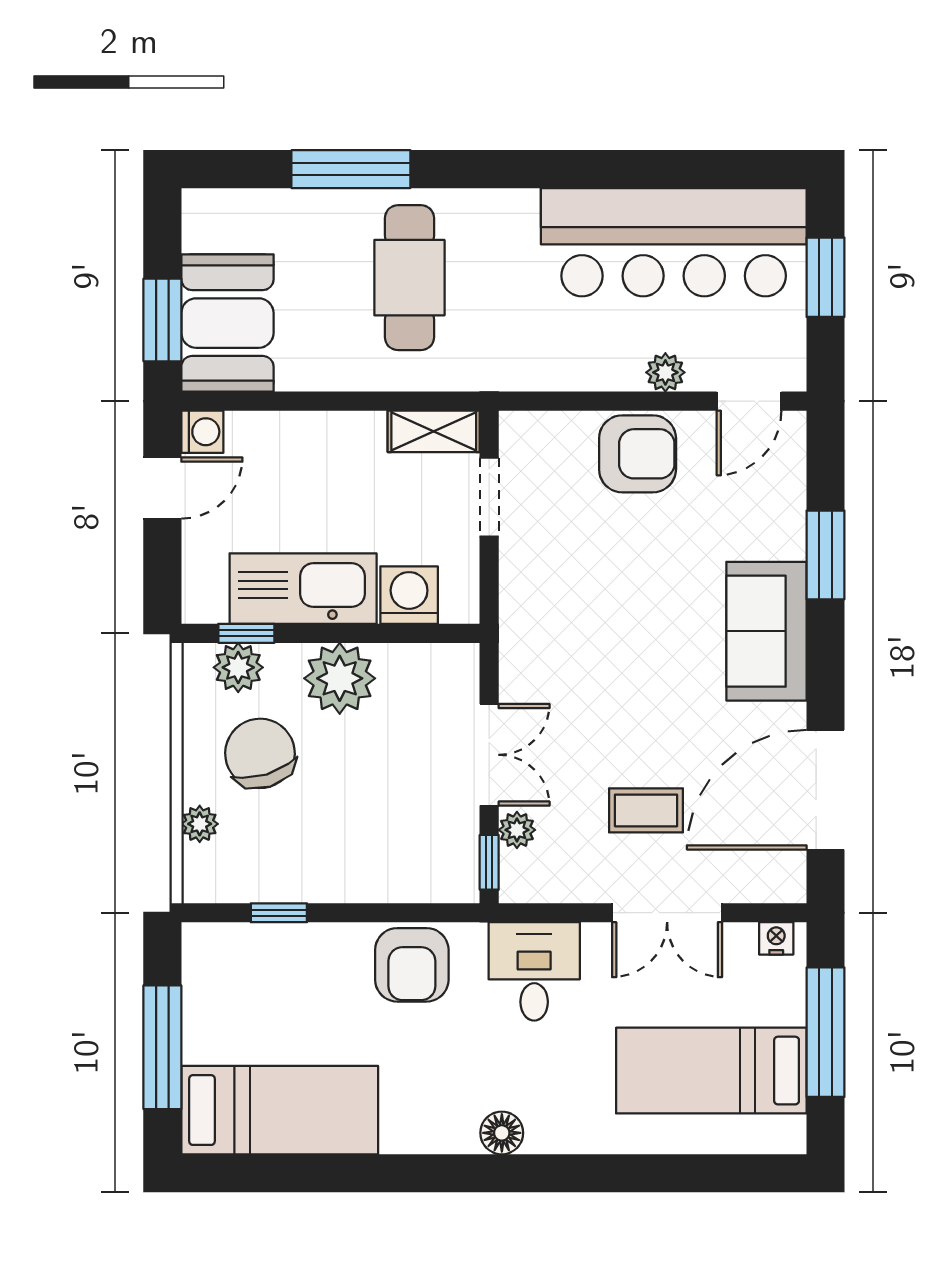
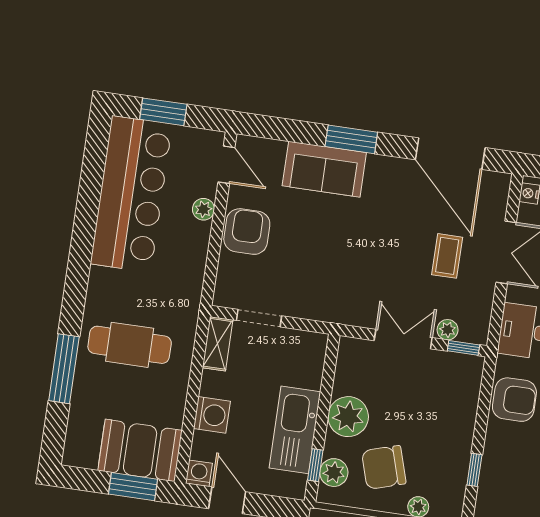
window: (826, 555) -> (351, 139), moved
washing machine: (409, 595) -> (212, 415), moved, turned 180
sofa: (766, 631) -> (324, 169), moved

